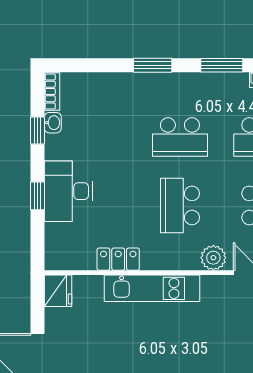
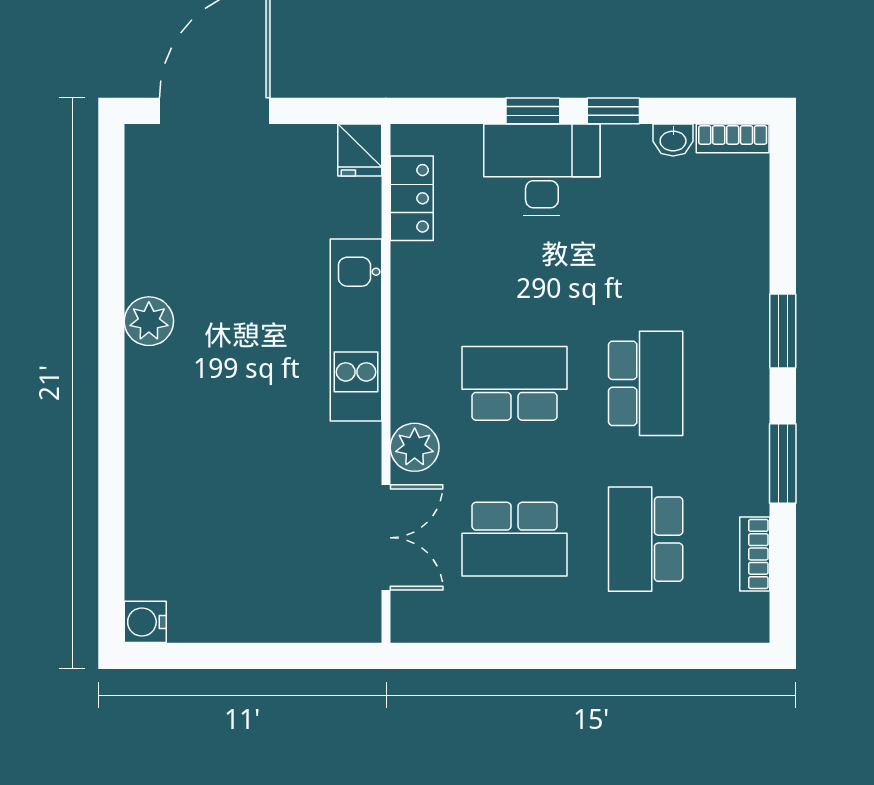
window: (38, 131) -> (613, 111), moved
school desk: (180, 137) -> (646, 383), turned 180
locker: (118, 259) -> (412, 198), moved
fridge: (58, 291) -> (360, 150), width x0.72

